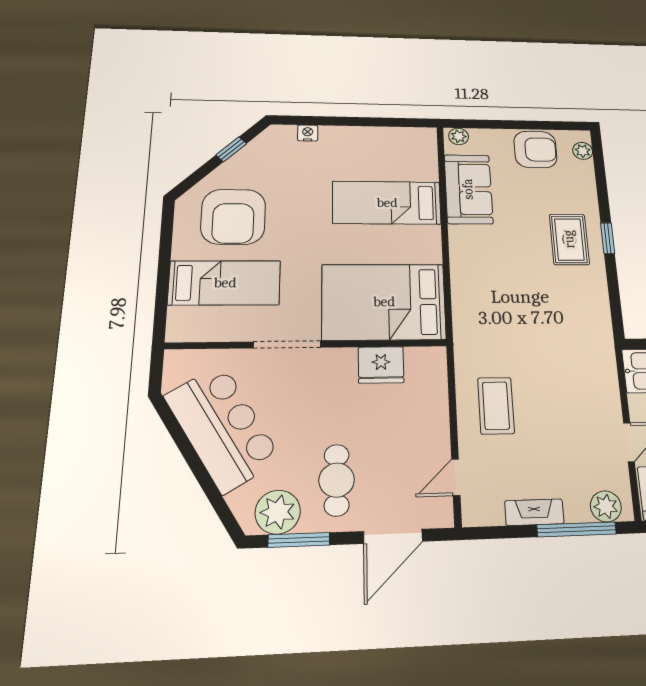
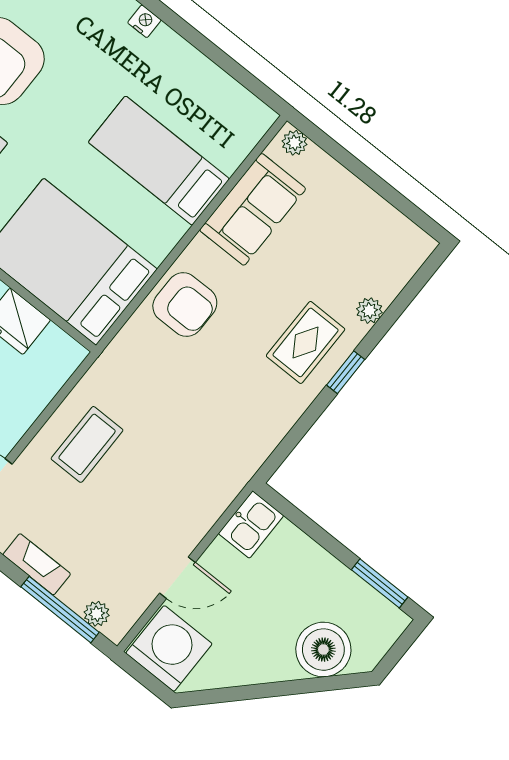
armchair: (535, 149) -> (185, 305), moved
plant: (583, 151) -> (369, 311), moved
plant: (606, 506) -> (97, 614), width x0.73, depth x0.73

